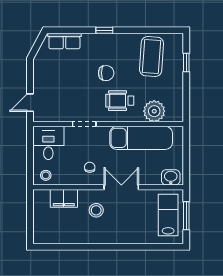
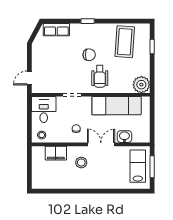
wheelchair: (120, 101) -> (100, 76), turned -90
plant: (154, 111) -> (141, 85), moved
washbasin: (171, 177) -> (124, 137), moved

